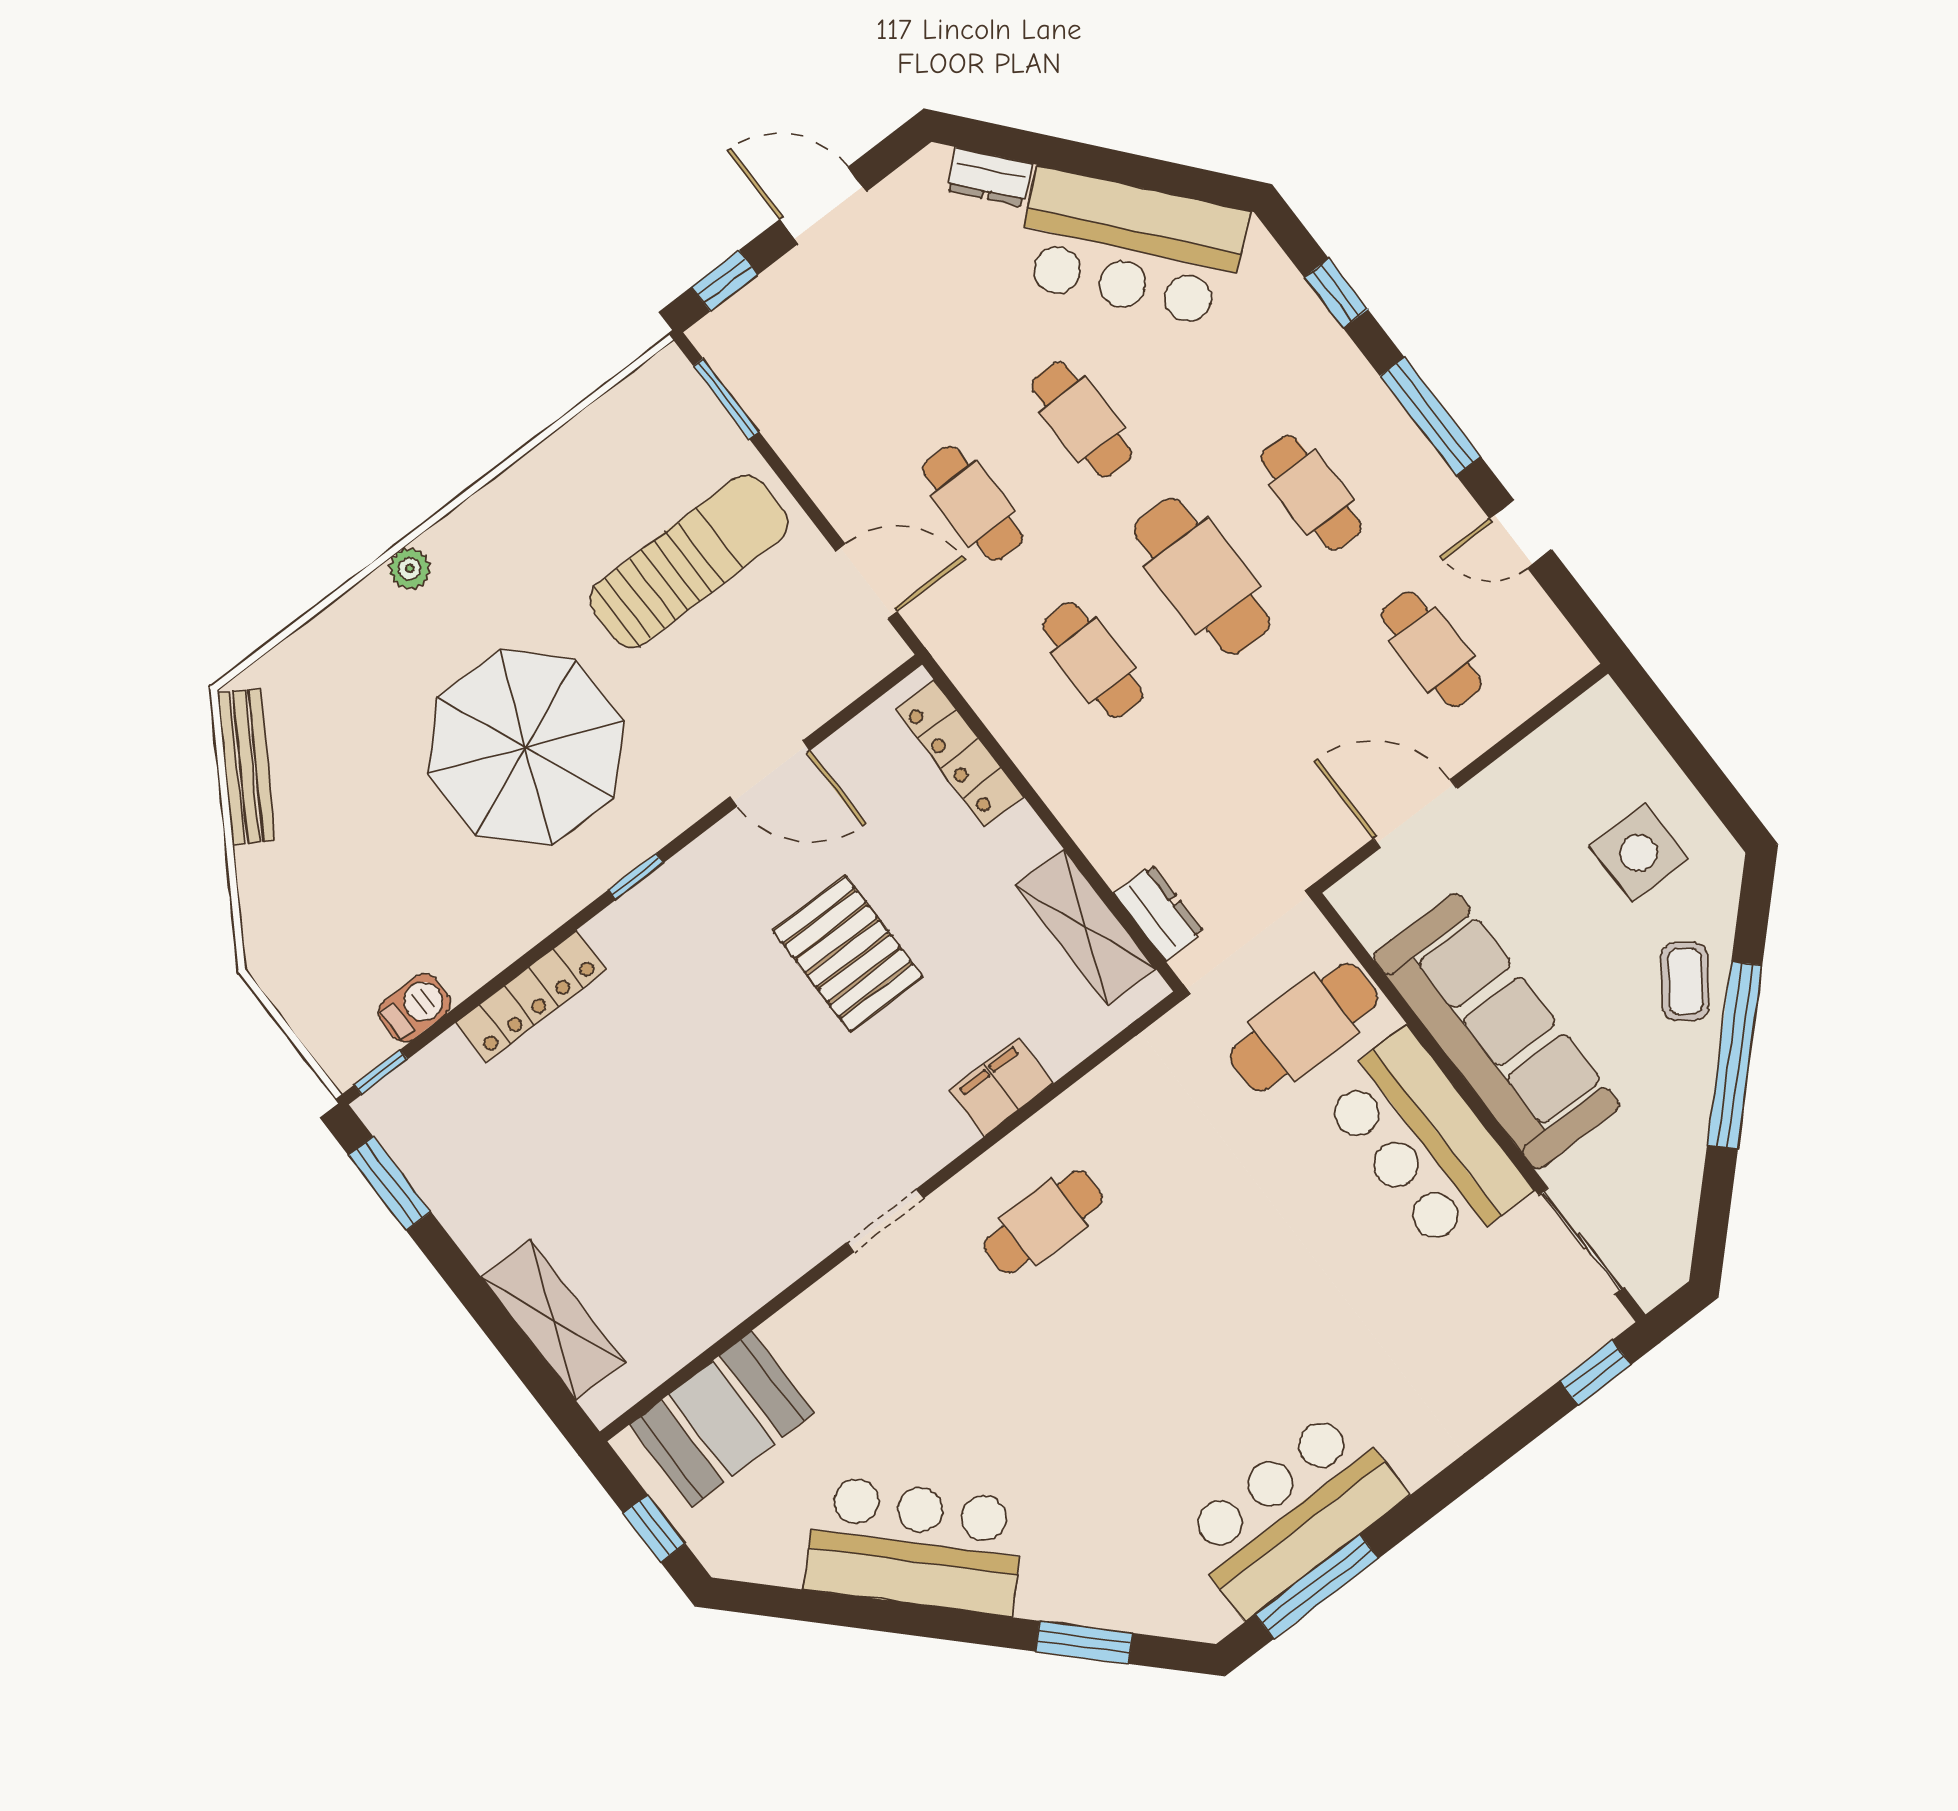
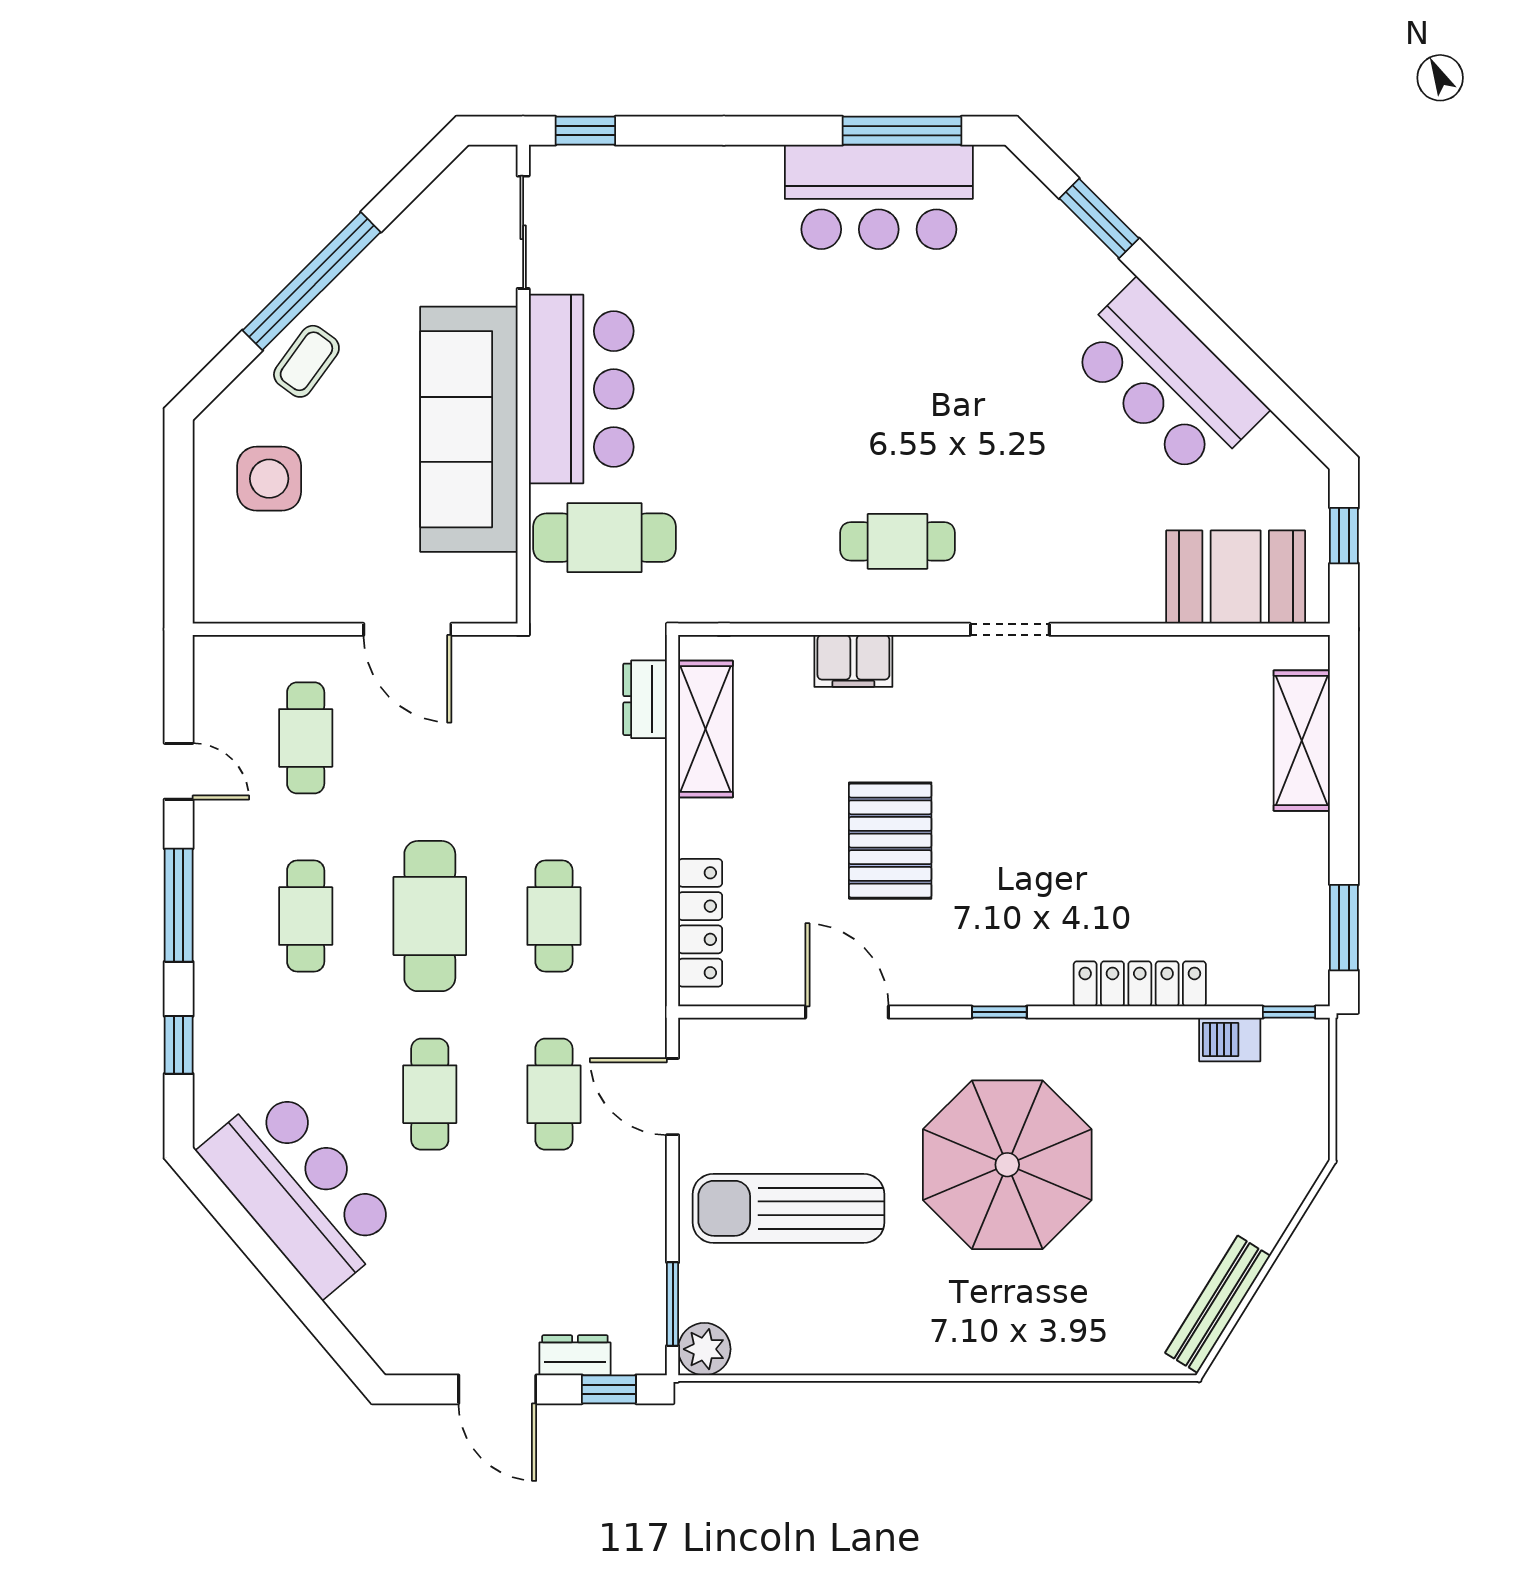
dresser: (989, 177) -> (575, 1355), moved, turned -50
plant: (410, 569) -> (704, 1349), moved, width x1.38, depth x1.38

